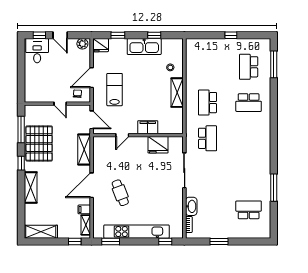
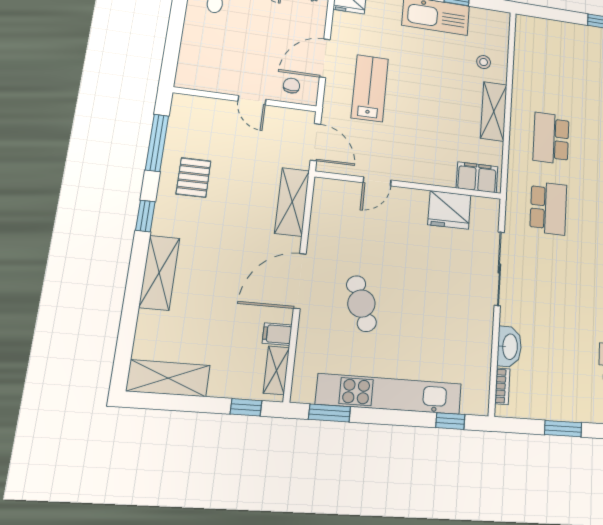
filing cabinet: (148, 127) -> (477, 177), moved
pallet: (39, 143) -> (193, 178), width x0.49, depth x0.50

